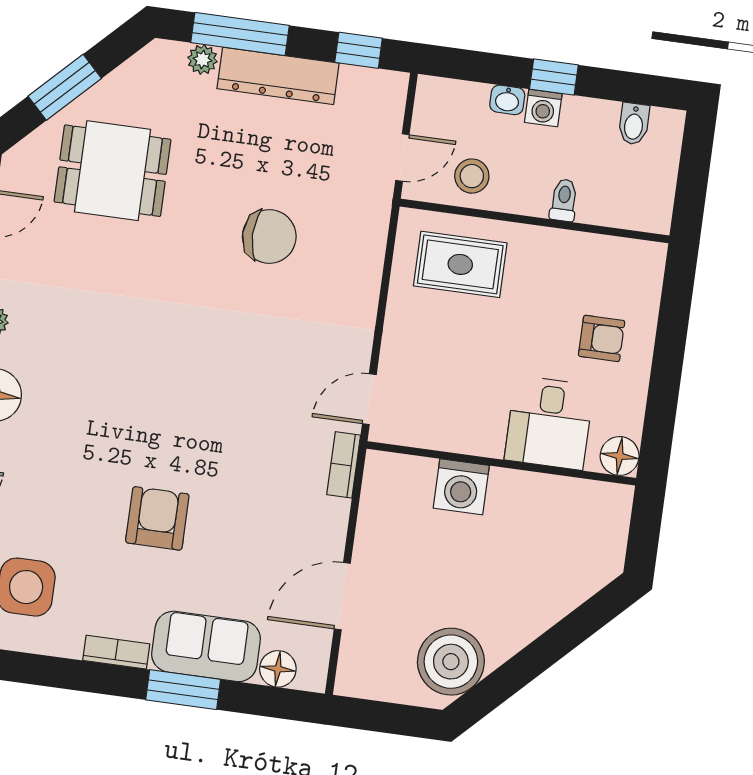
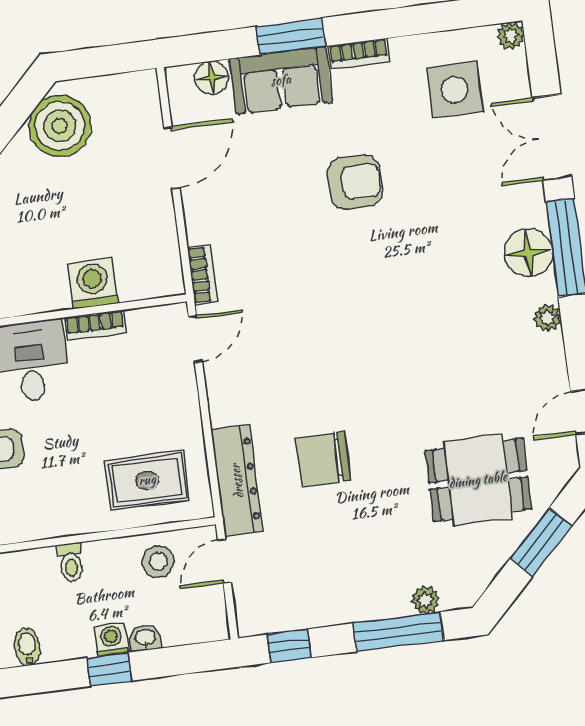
dresser: (278, 76) -> (237, 481), moved, turned 90
bookcase: (471, 442) -> (95, 325), added
armchair: (157, 518) -> (355, 182), turned -90

